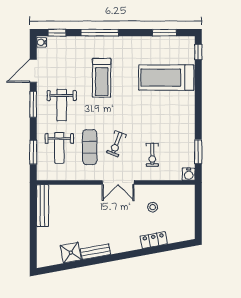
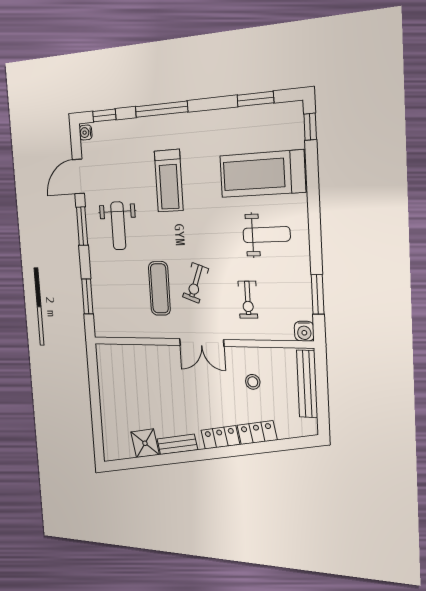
weight bench: (59, 148) -> (267, 235), moved, turned -90
bench: (43, 206) -> (307, 384), moved
locker: (128, 245) -> (220, 437), added

